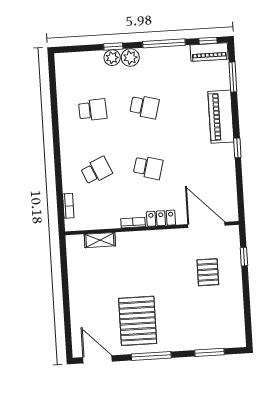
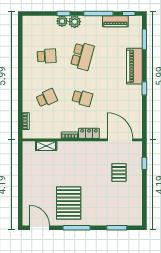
piano: (209, 52) -> (115, 21), moved
school desk: (144, 107) -> (82, 56), width x1.85

